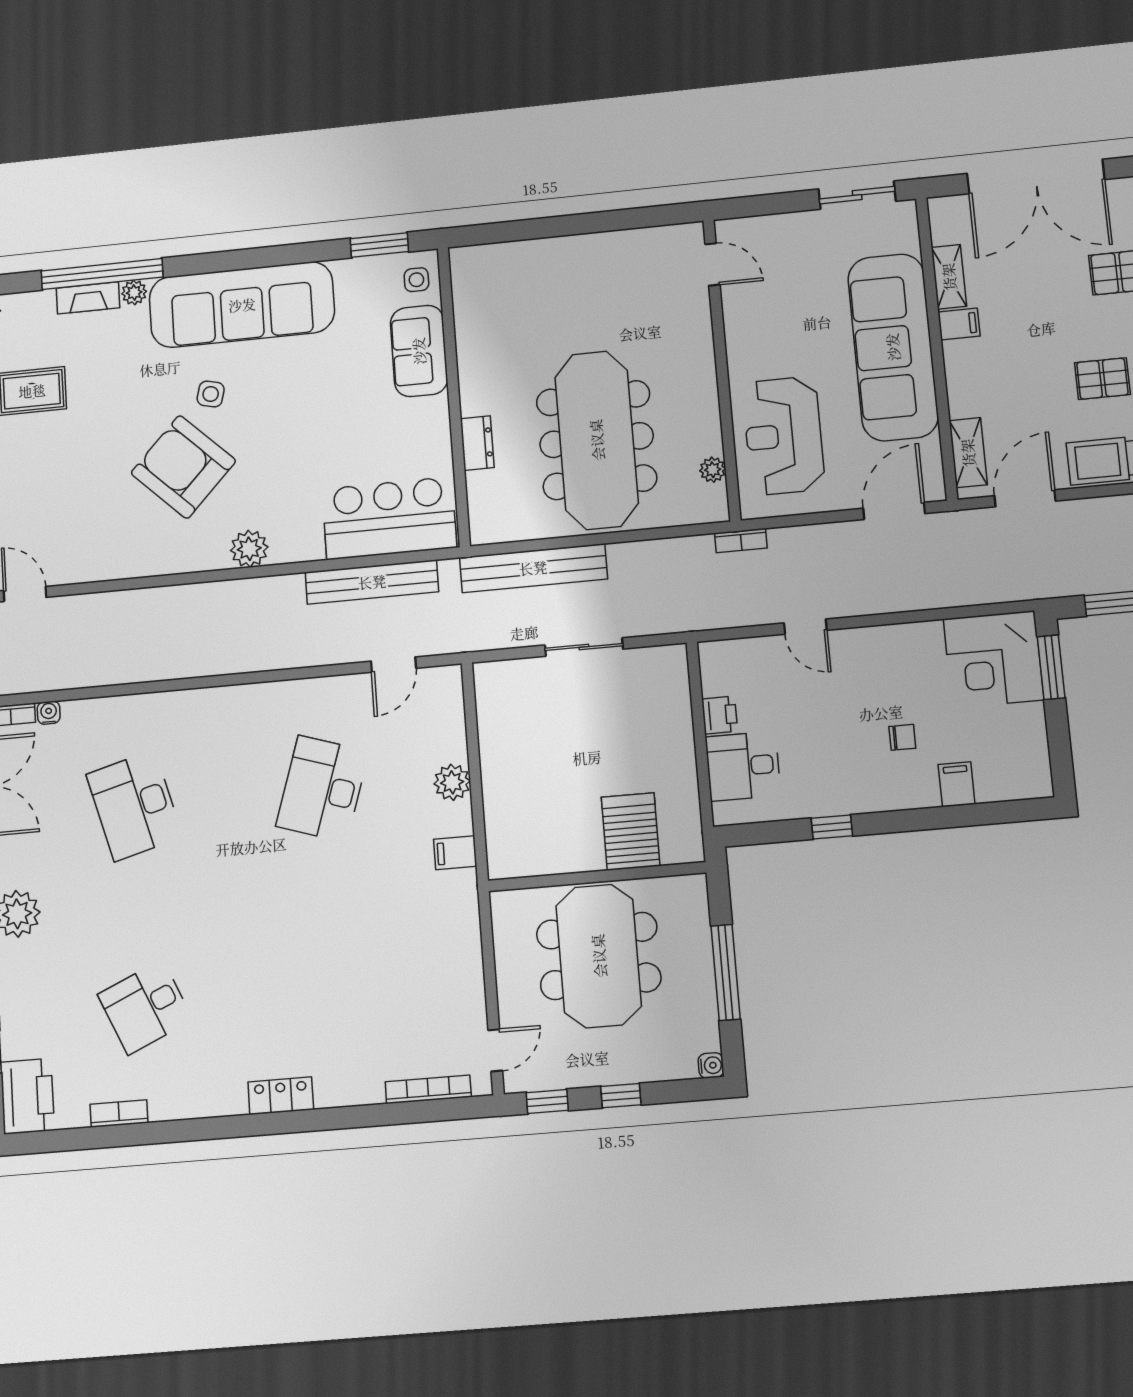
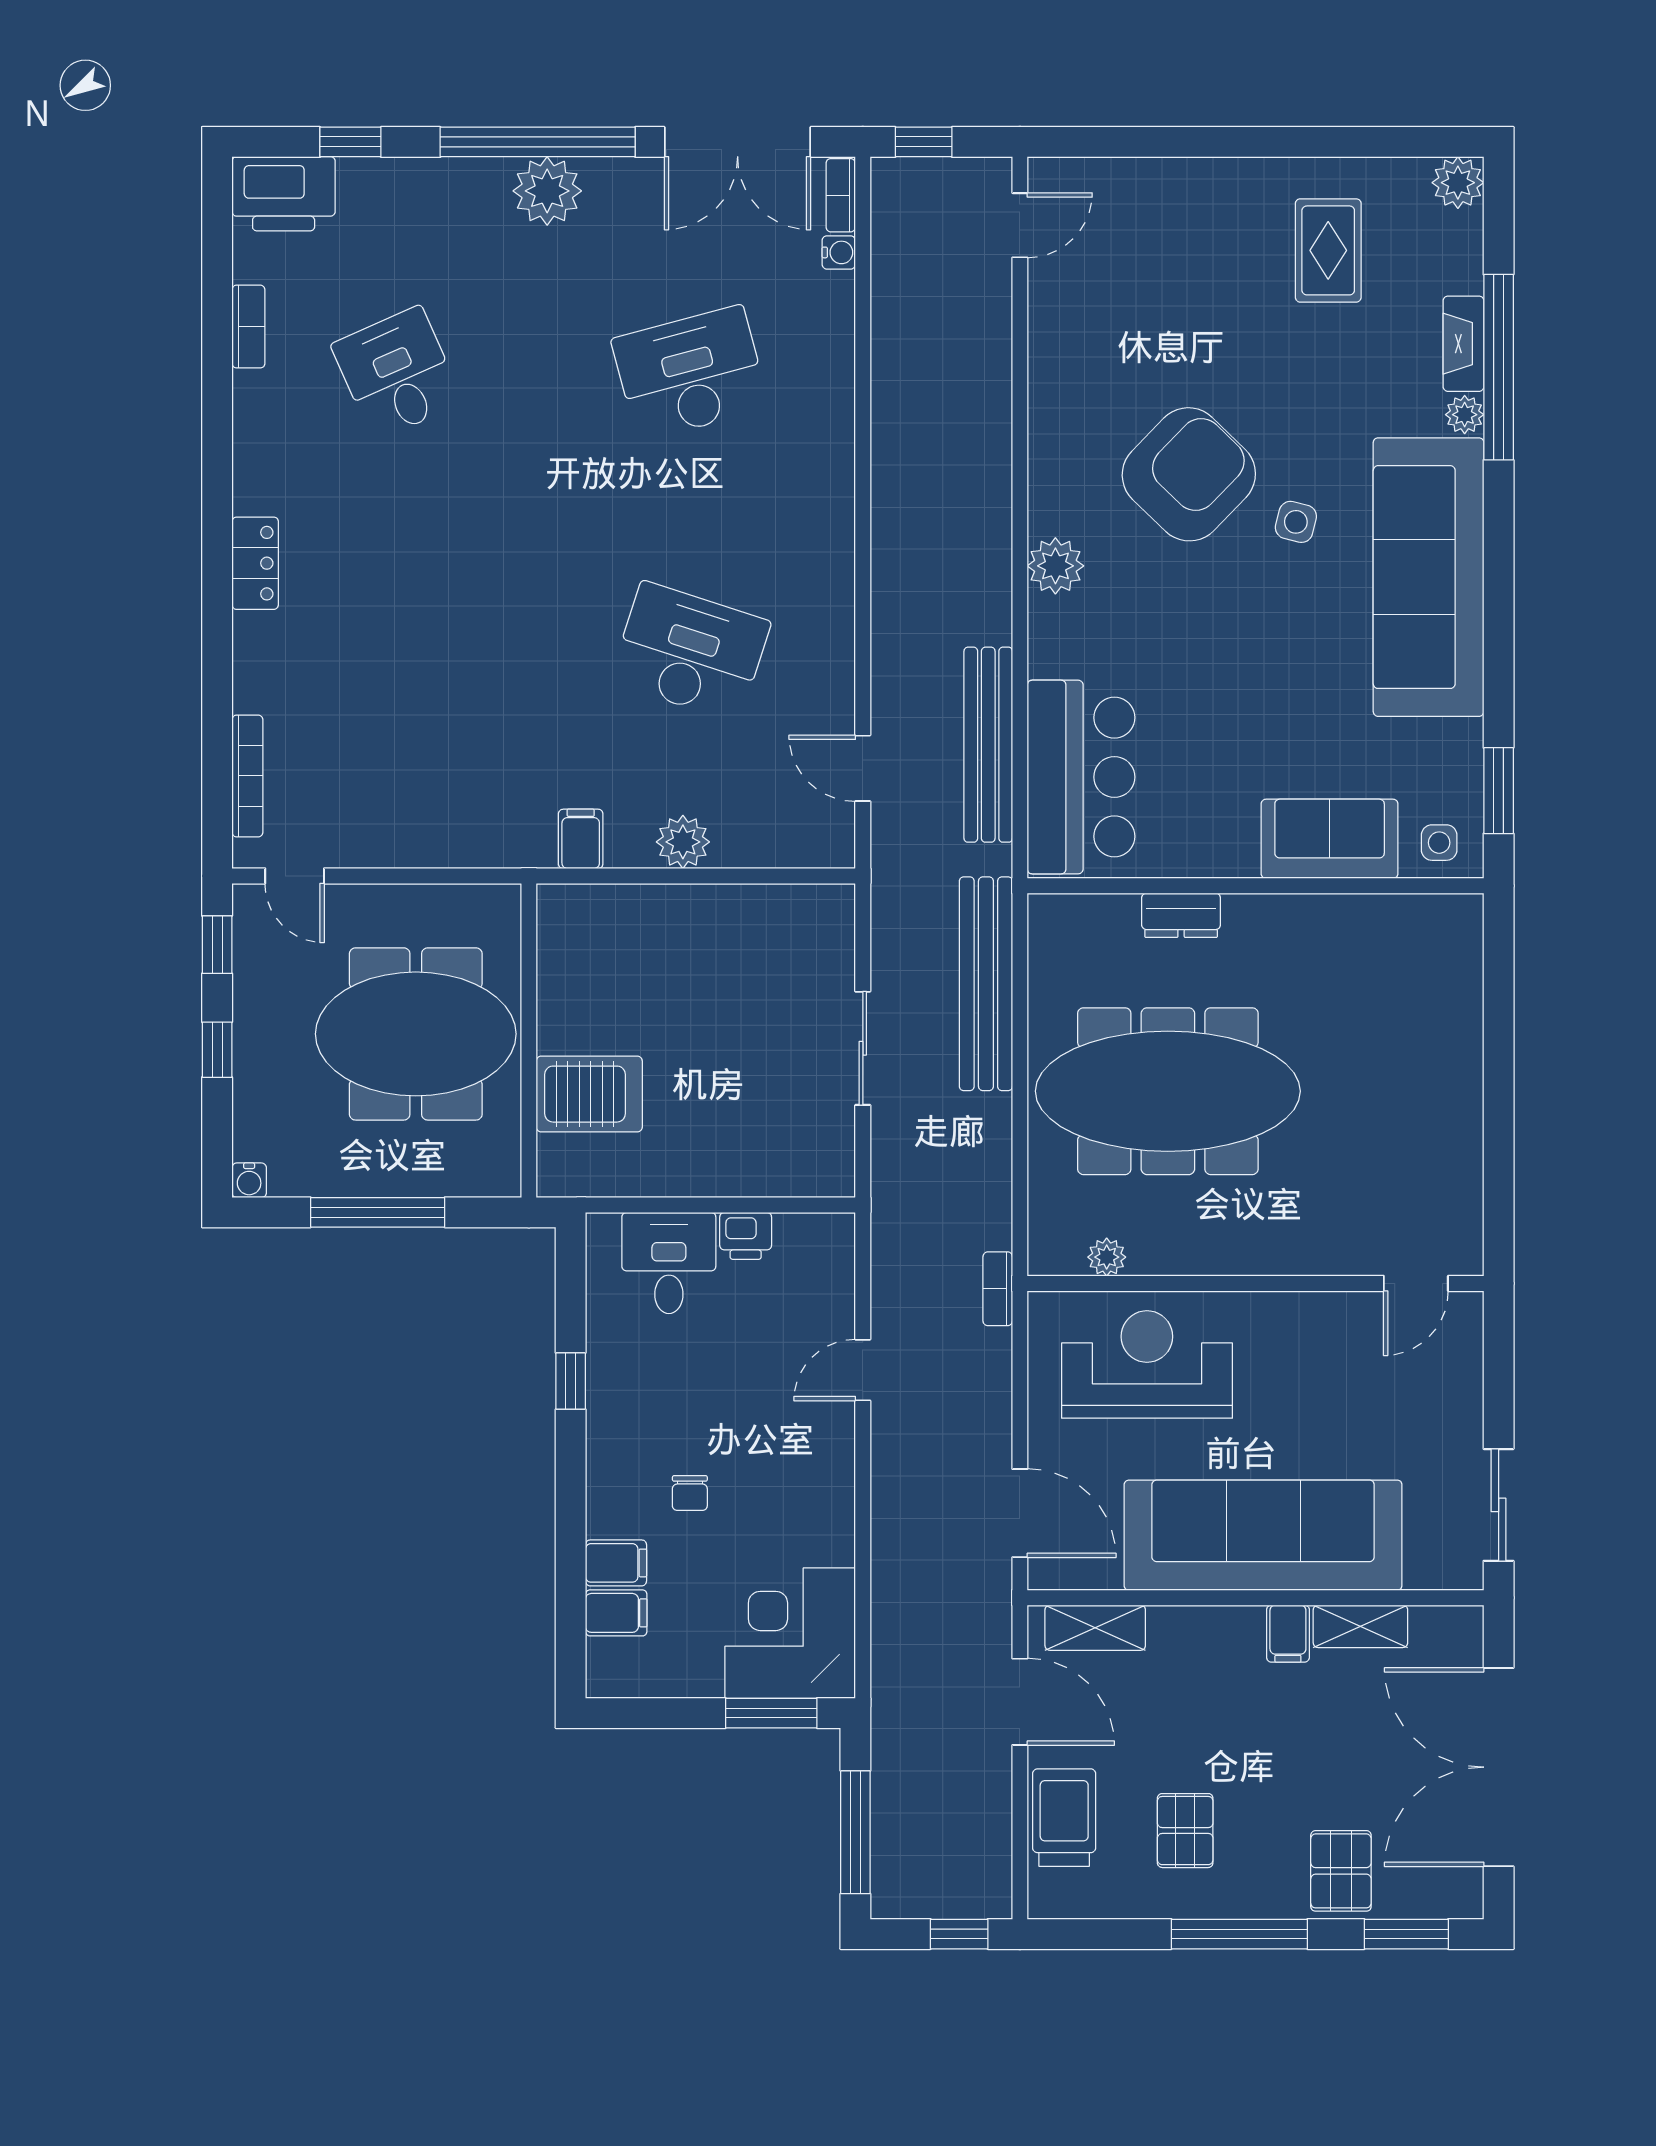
filing cabinet: (992, 781) -> (616, 1613), added

